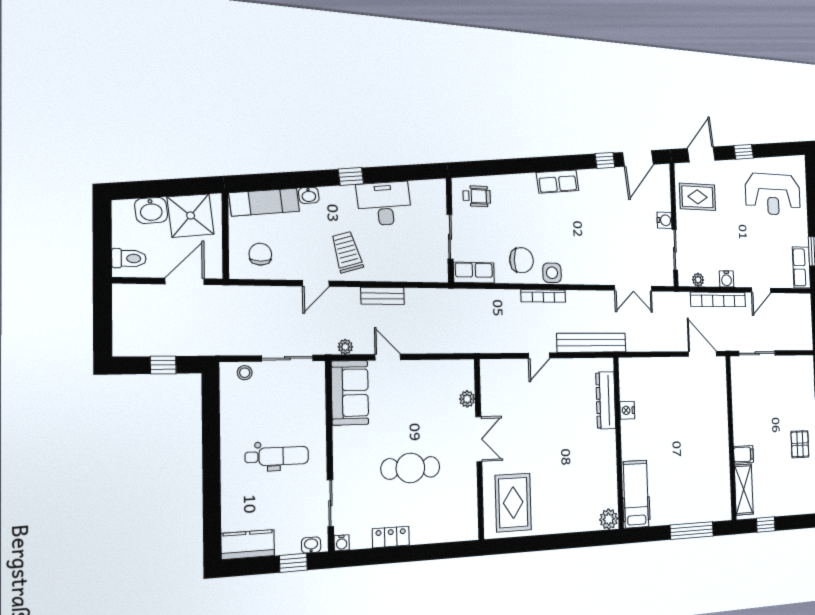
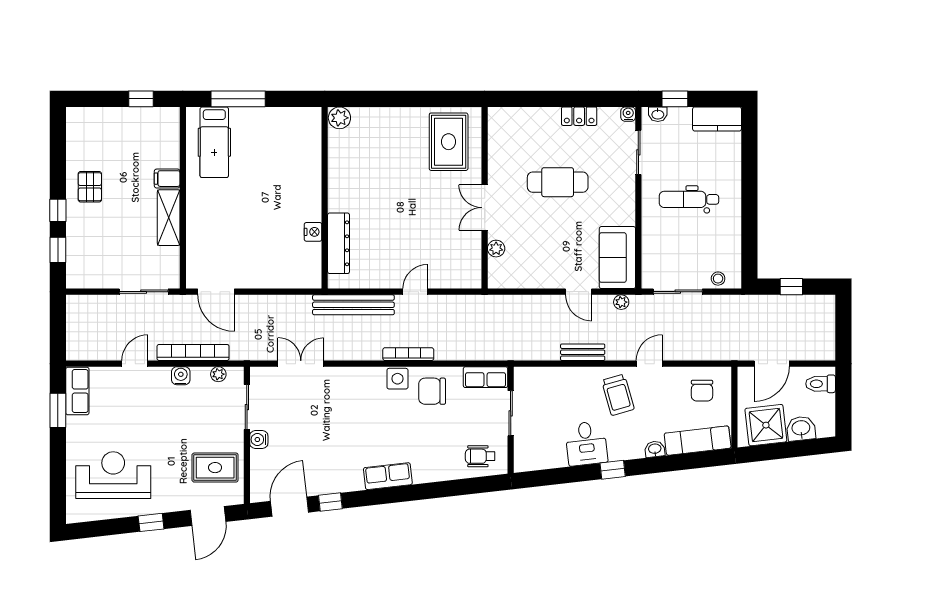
desk: (384, 204) -> (586, 443), width x0.73
shelving: (744, 490) -> (169, 218), moved
hospital bed: (636, 494) -> (214, 142), moved

